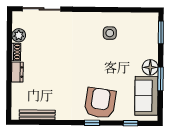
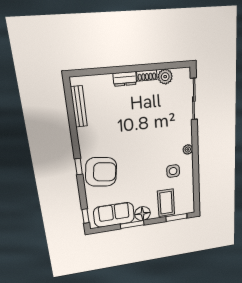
plant: (90, 17) -> (188, 149), added
coffee table: (142, 42) -> (166, 203), added
window: (131, 123) -> (86, 216), moved

